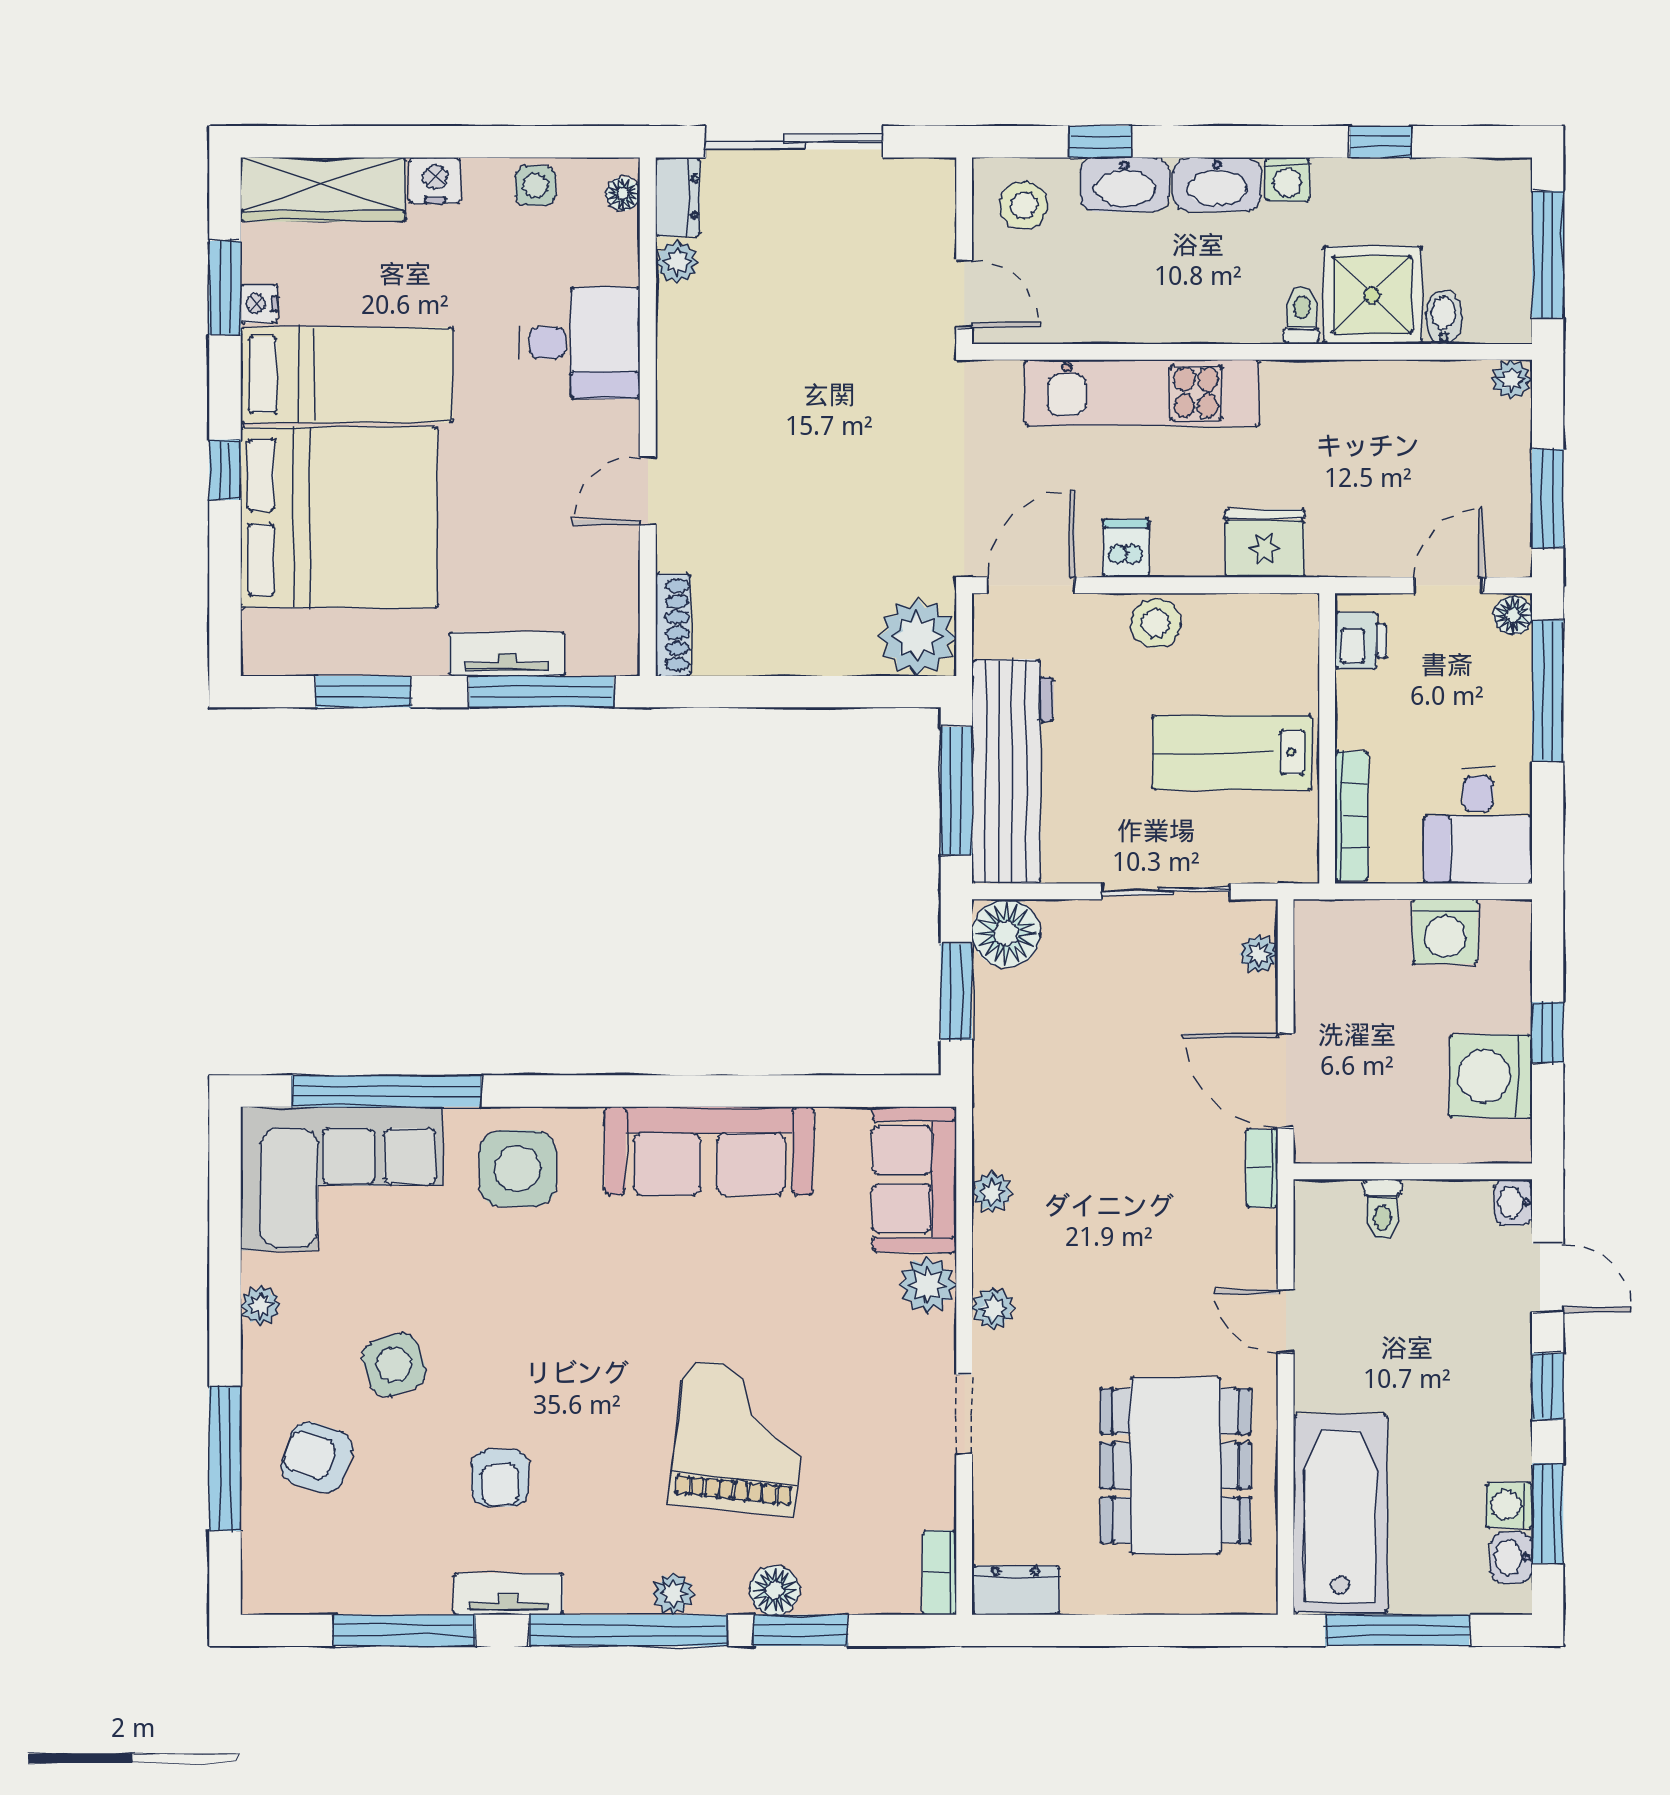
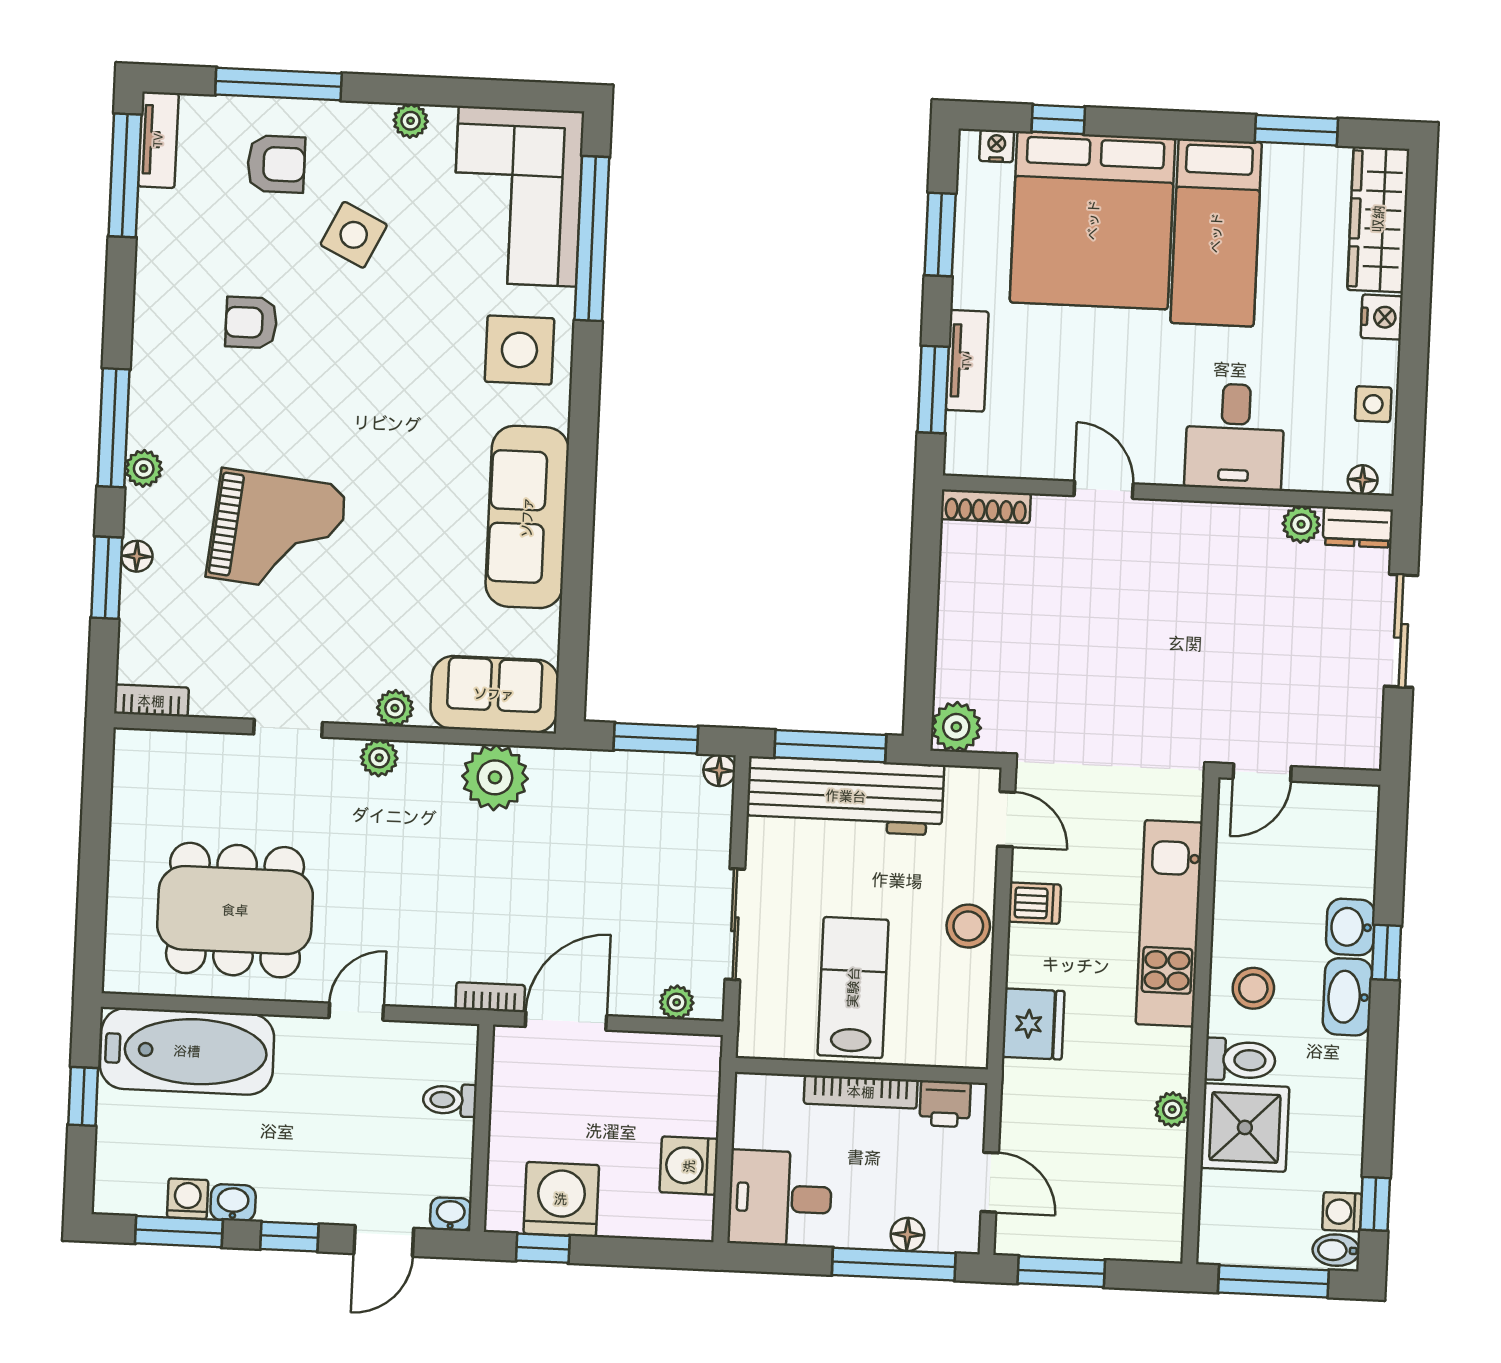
sliding door: (794, 142) -> (1401, 631), width x0.73
window: (1100, 142) -> (1386, 953), moved
window: (1381, 142) -> (1375, 1204), moved
washing machine: (1287, 179) -> (1342, 1212), moved
washbasin: (1125, 185) -> (1350, 927), width x0.72
stool: (1024, 205) -> (1253, 988), moved
nightstand: (259, 304) -> (997, 146), moved
toilet: (1302, 315) -> (1240, 1060), width x1.37, depth x1.39
bidet: (1444, 317) -> (1336, 1250), moved, turned 180
plant: (1511, 380) -> (1172, 1109), moved
window: (225, 470) -> (1058, 119), moved
door: (1031, 585) -> (1006, 819), width x0.73
floor lamp: (1513, 615) -> (907, 1234), moved
plant: (917, 637) -> (956, 727), width x0.73, depth x0.73
window: (542, 692) -> (933, 389), width x0.69
bookcase: (1352, 816) -> (861, 1092), moved
floor lamp: (1006, 933) -> (719, 770), width x0.53, depth x0.53
window: (1548, 1032) -> (543, 1248), moved
plant: (992, 1192) -> (495, 777), width x1.88, depth x1.88
plant: (928, 1285) -> (395, 708), width x0.73, depth x0.73
side table: (394, 1365) -> (354, 235), turned 45
armchair: (317, 1457) -> (276, 164), turned 72
washbasin: (1511, 1557) -> (233, 1203), moved
floor lamp: (775, 1590) -> (137, 556), width x0.73, depth x0.73
dresser: (1016, 1590) -> (133, 766), removed
tv unit: (508, 1594) -> (158, 140), moved
window: (404, 1630) -> (125, 175), moved
window: (628, 1630) -> (113, 428), width x0.68
window: (1397, 1630) -> (83, 1096), width x0.46

